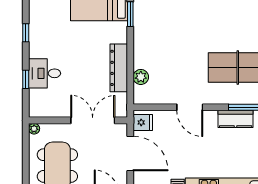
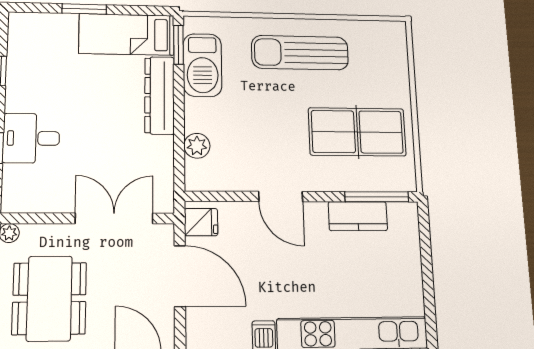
sun lounger: (205, 18) -> (300, 53), added
barbecue: (145, 27) -> (202, 65), added
dresser: (119, 68) -> (159, 95), moved

